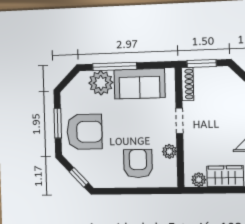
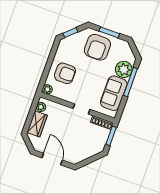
plant: (169, 151) -> (47, 89), moved

